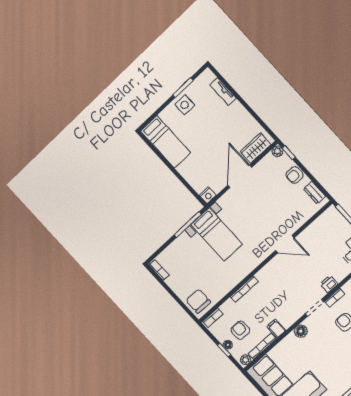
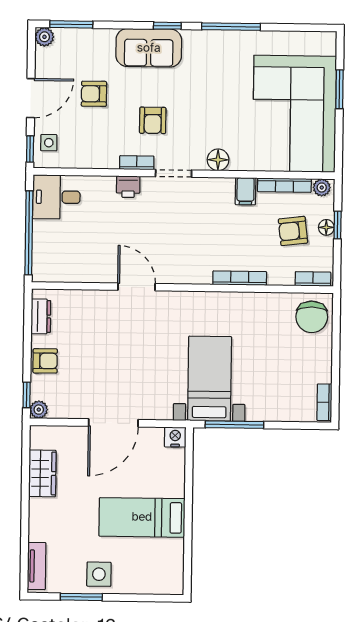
tv unit: (223, 92) -> (37, 566), moved
bed: (166, 142) -> (142, 517), moved, turned -90
wardrobe: (255, 148) -> (42, 473), moved, turned -90
armchair: (240, 330) -> (293, 231), turned 83

